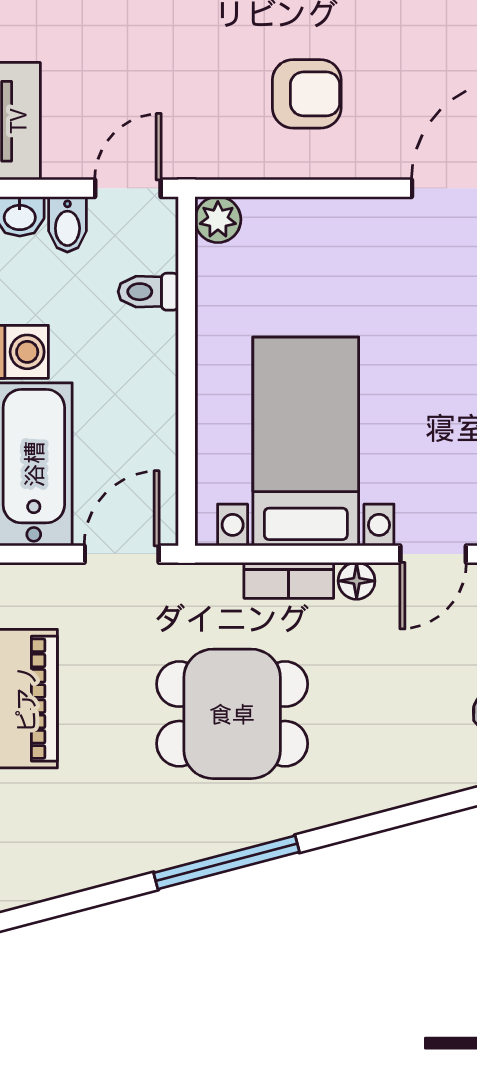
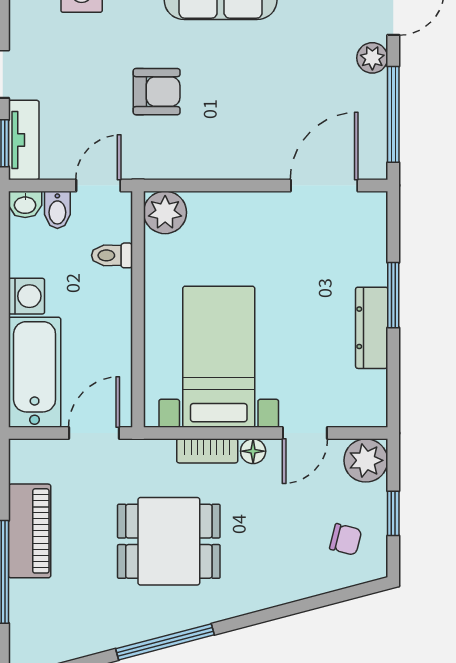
armchair: (307, 94) -> (157, 92), moved
plant: (218, 220) -> (165, 212), width x1.38, depth x1.38

